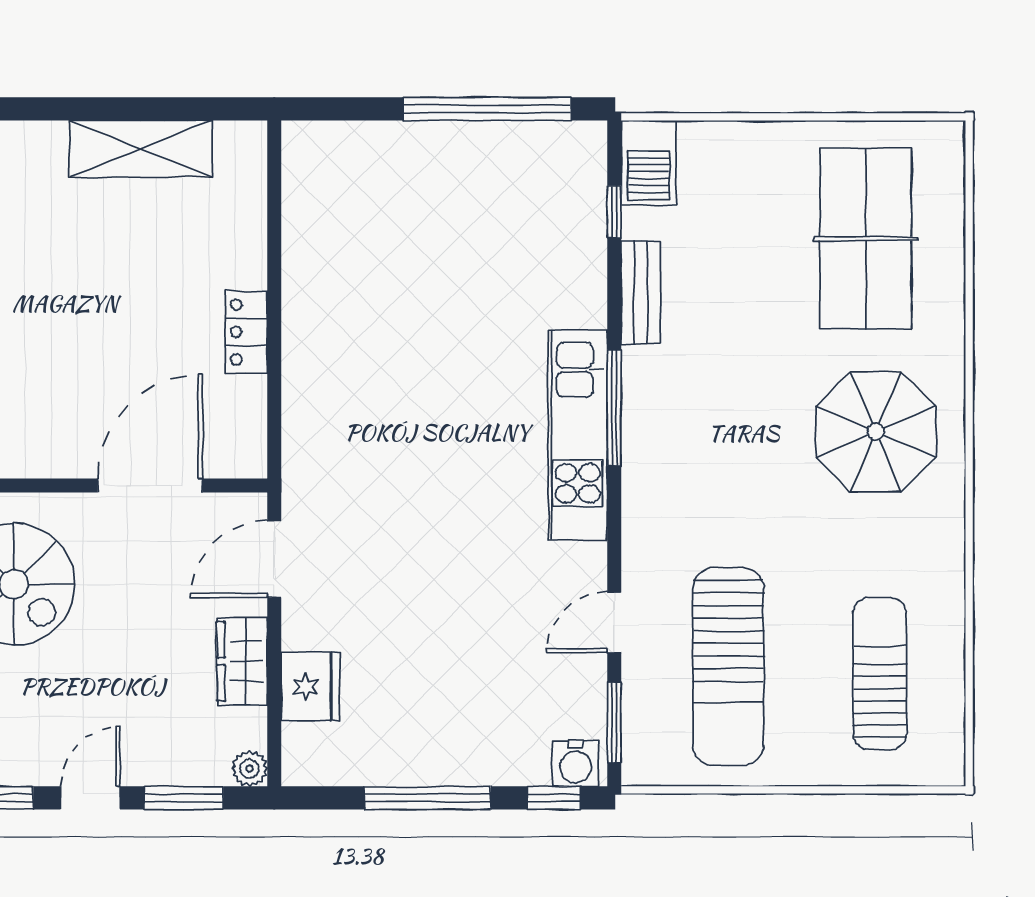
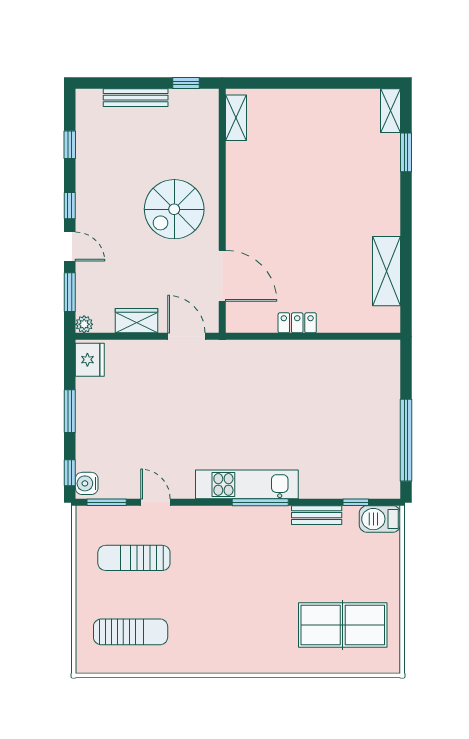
parasol: (876, 432) -> (249, 630), removed
sun lounger: (728, 667) -> (134, 558), width x0.73, depth x0.75
fridge: (310, 687) -> (90, 360), moved, turned -90
window: (428, 798) -> (70, 411), width x0.69

